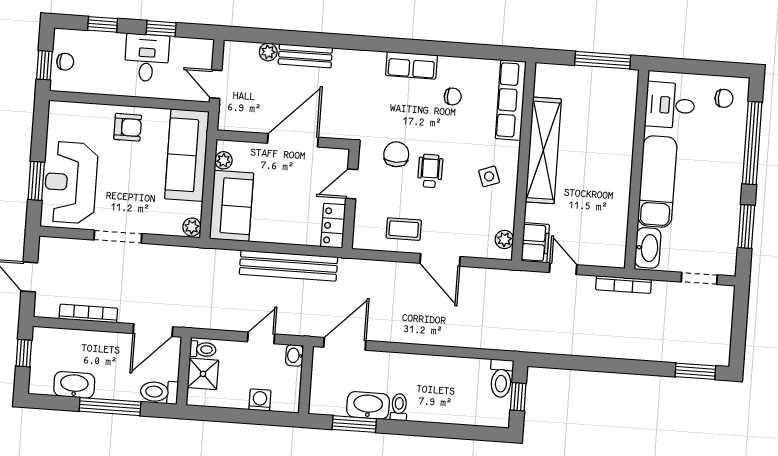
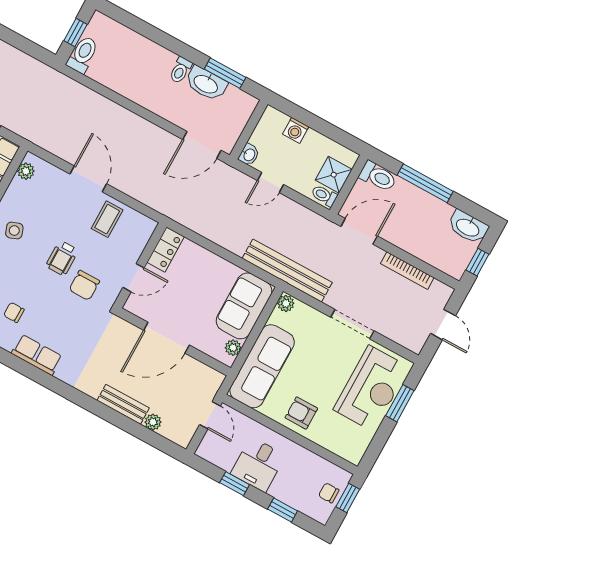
coffee table: (404, 229) -> (107, 219), turned 90
bench: (288, 266) -> (287, 271), moved
washbasin: (74, 385) -> (468, 227), moved

